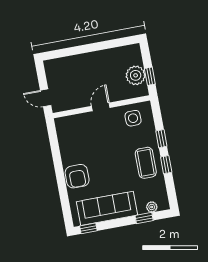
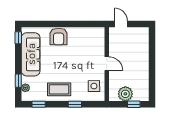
window: (150, 76) -> (134, 104), moved
door: (46, 98) -> (121, 24), hinge flipped
window: (166, 165) -> (39, 104), moved
armchair: (77, 176) -> (59, 37), turned -90

